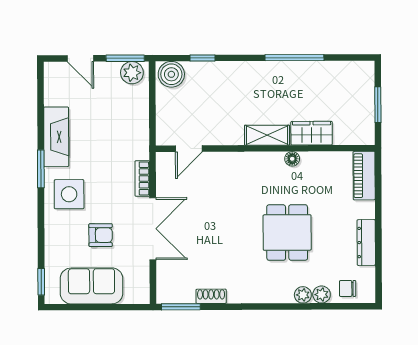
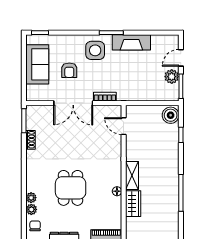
plant: (132, 73) -> (172, 77), moved
dining table: (287, 232) -> (71, 188), turned 90

